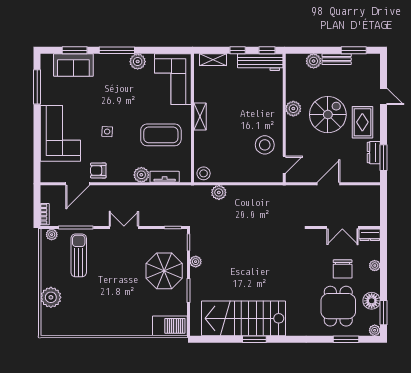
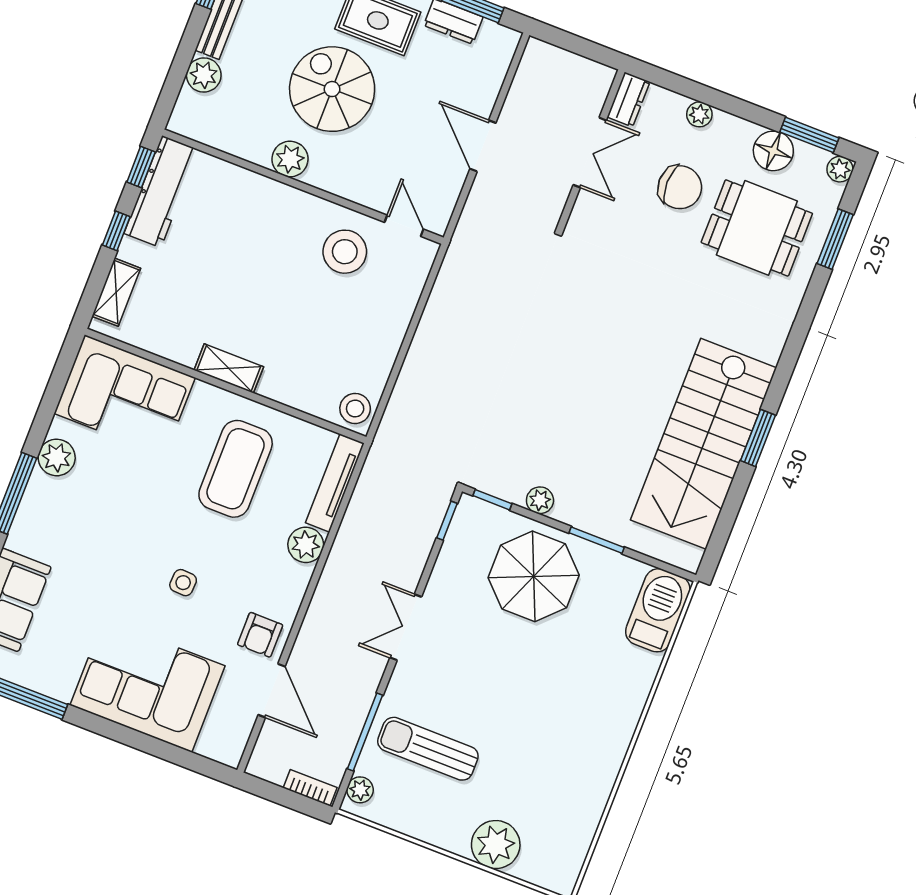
tv unit: (165, 177) -> (335, 483), width x1.41
plant: (219, 192) -> (409, 392), removed

